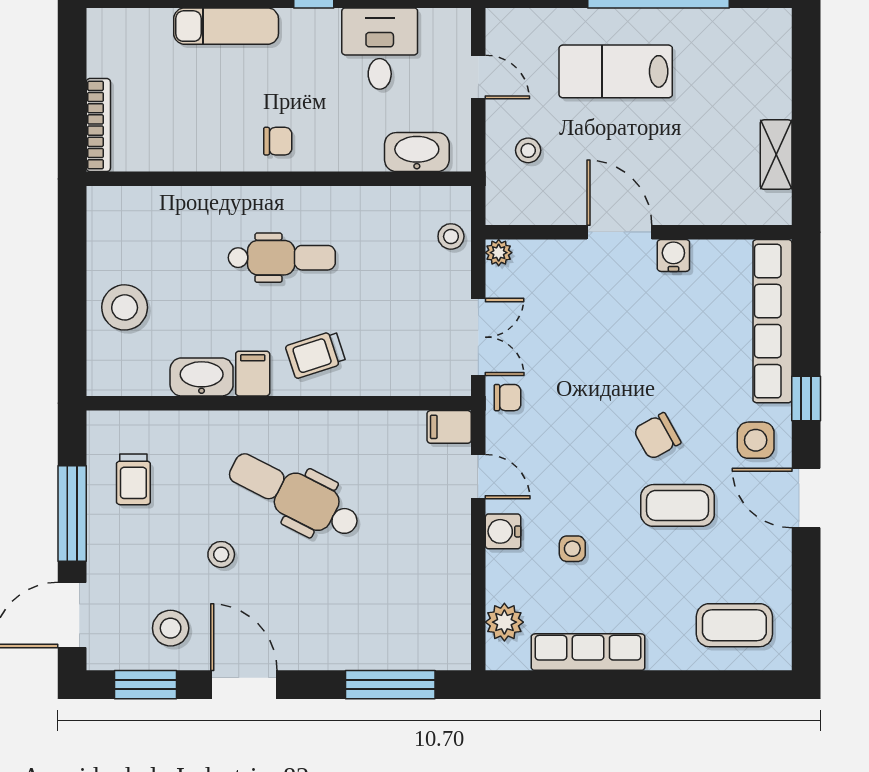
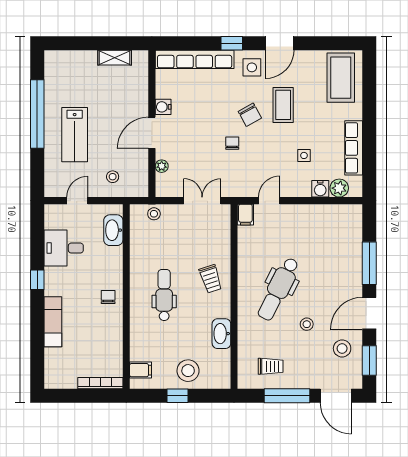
plant: (499, 253) -> (162, 166), moved
window: (72, 285) -> (177, 396), added
filing cabinet: (253, 374) -> (140, 370), moved, turned 180
chair: (507, 398) -> (232, 143), moved
water cooler: (503, 531) -> (320, 189), moved
coffee table: (734, 625) -> (341, 78), width x1.36, depth x1.32
window: (390, 685) -> (369, 263), moved

